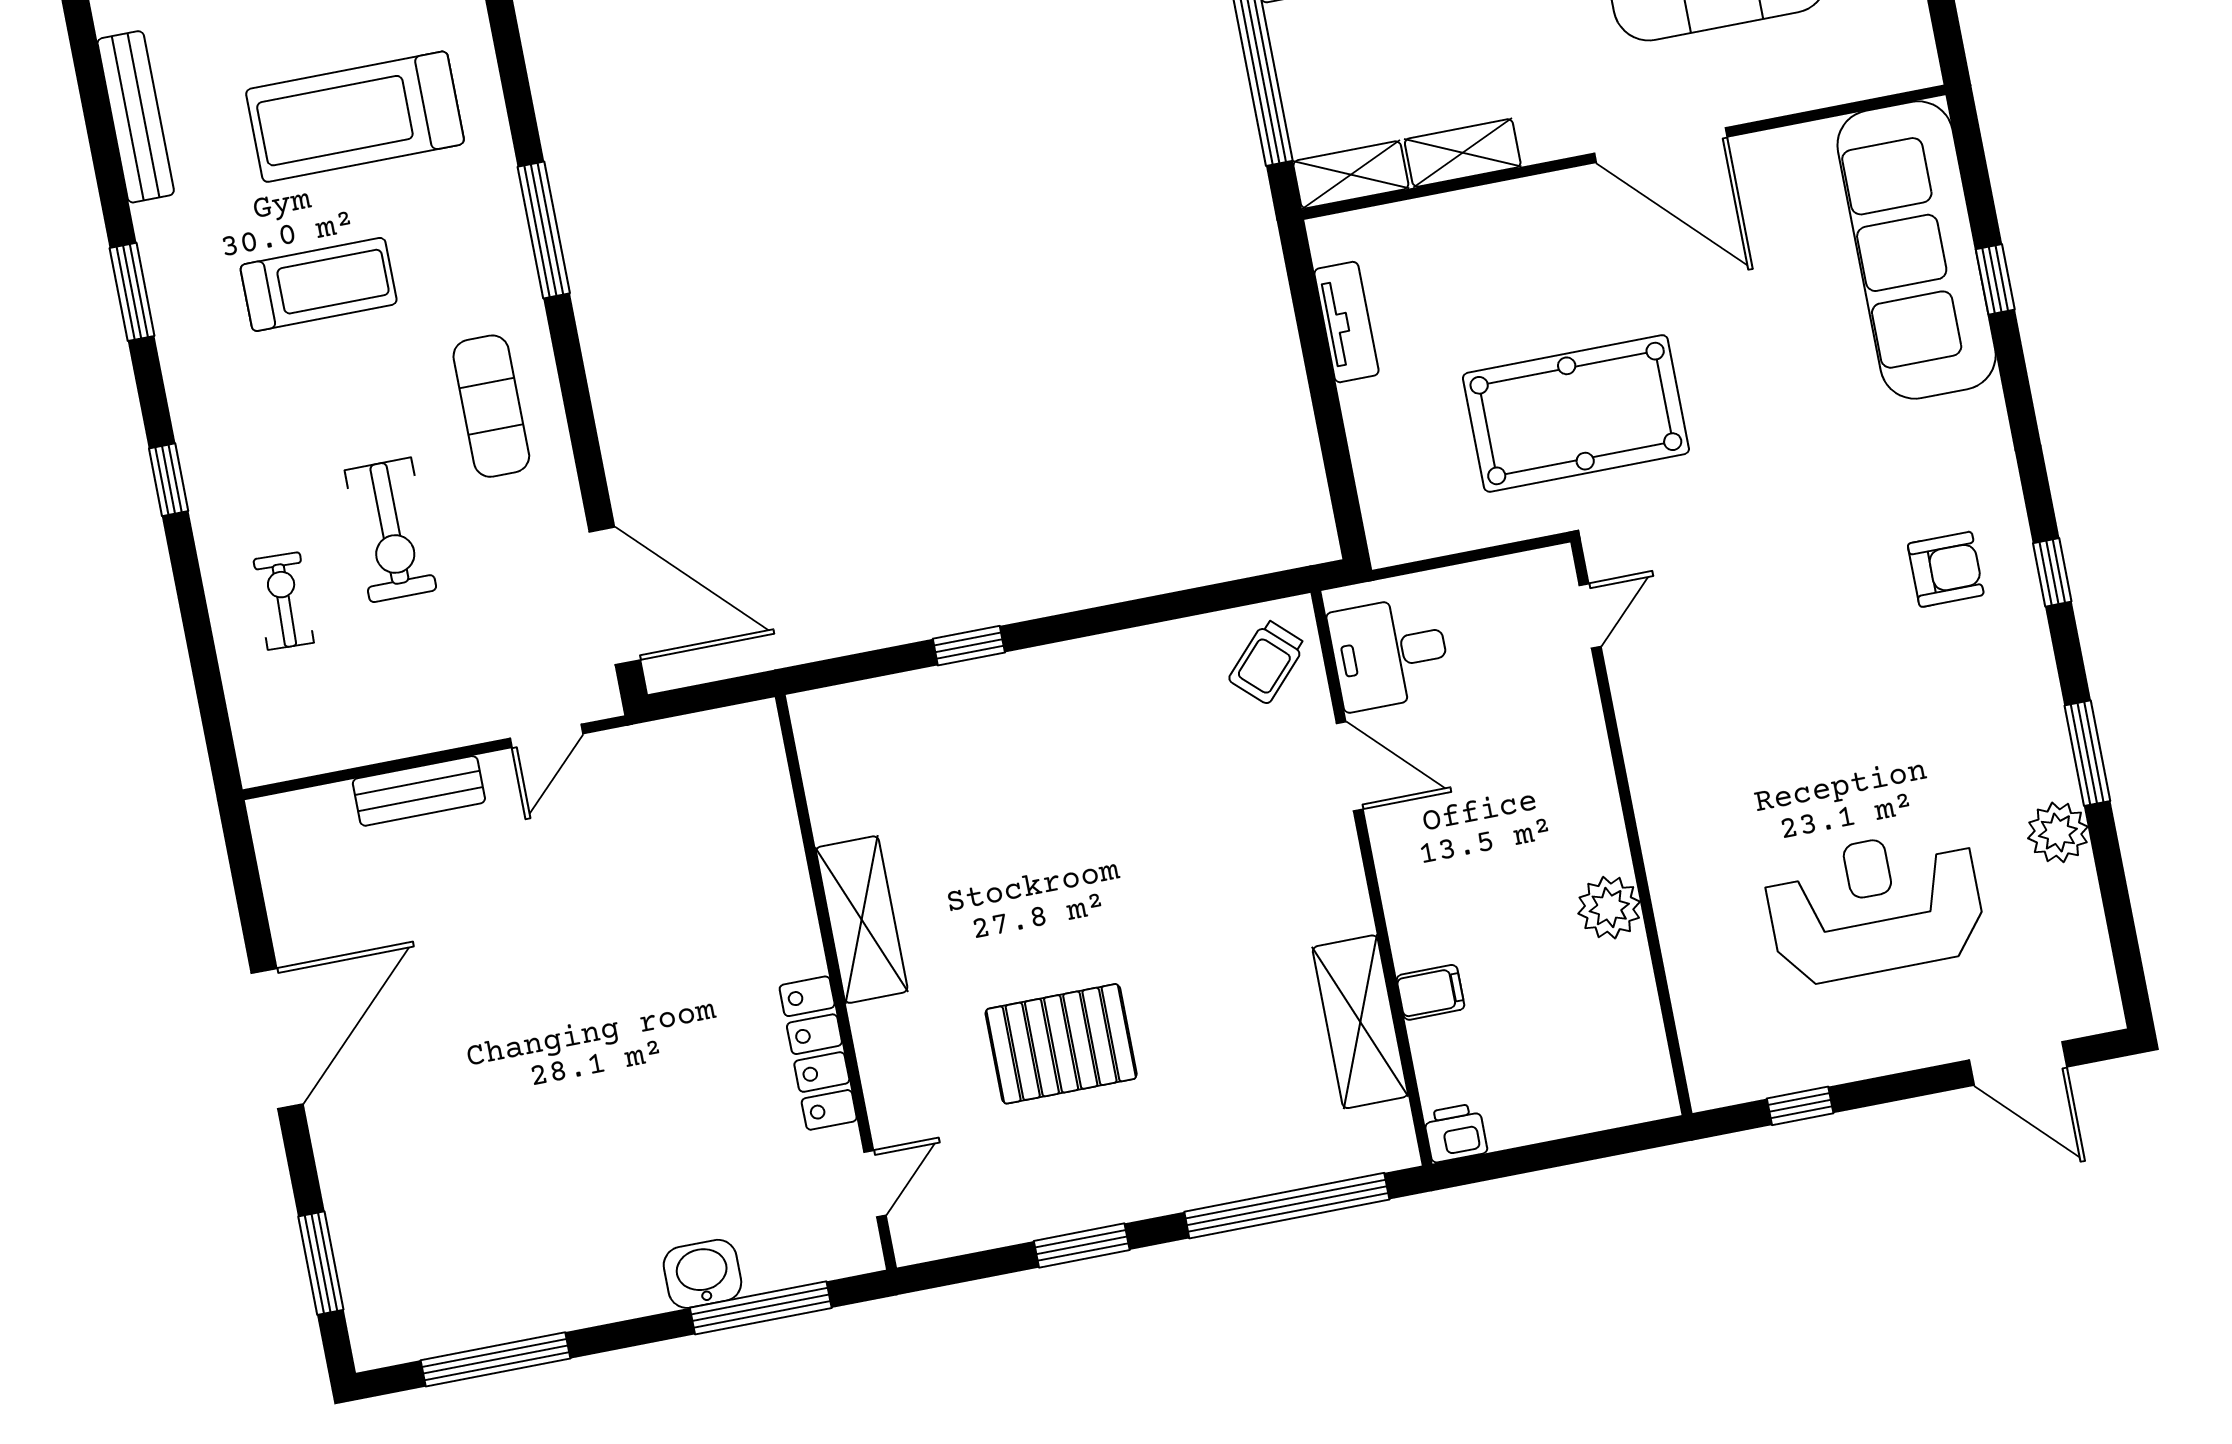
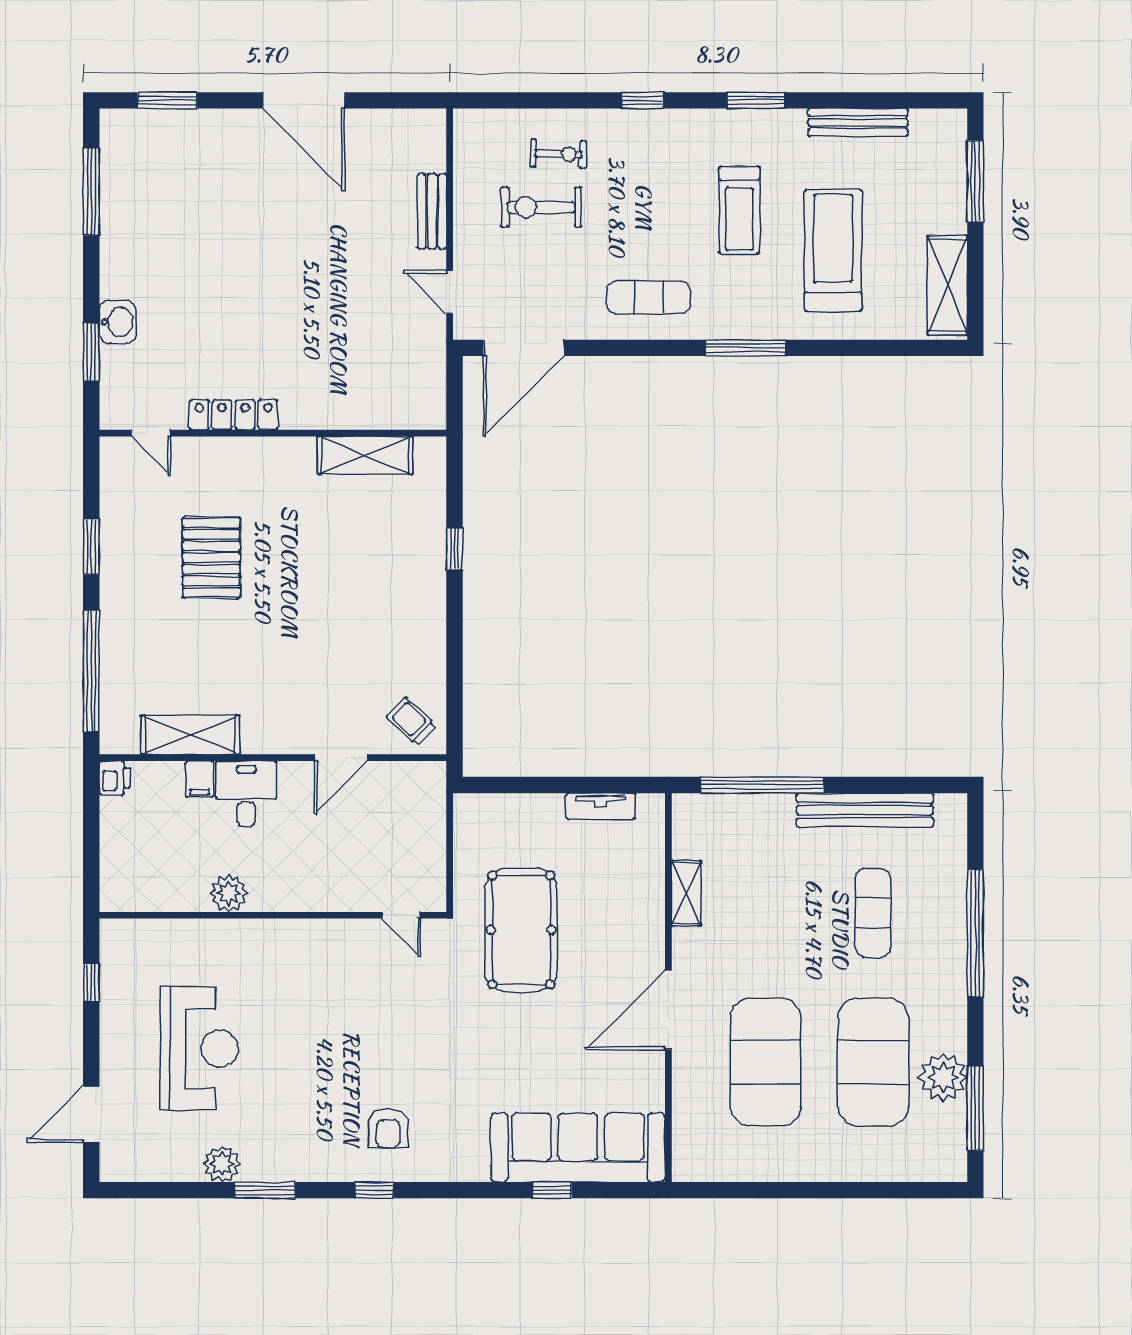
shelving: (1351, 175) -> (686, 826), removed
exercise bike: (391, 530) -> (541, 207), moved
desk: (1390, 653) -> (246, 794), moved
shelving: (862, 920) -> (365, 455), moved
window: (761, 1308) -> (91, 352), width x0.69

